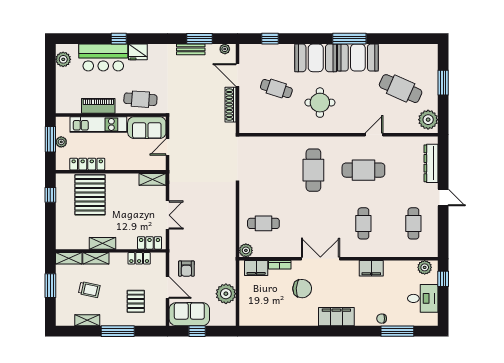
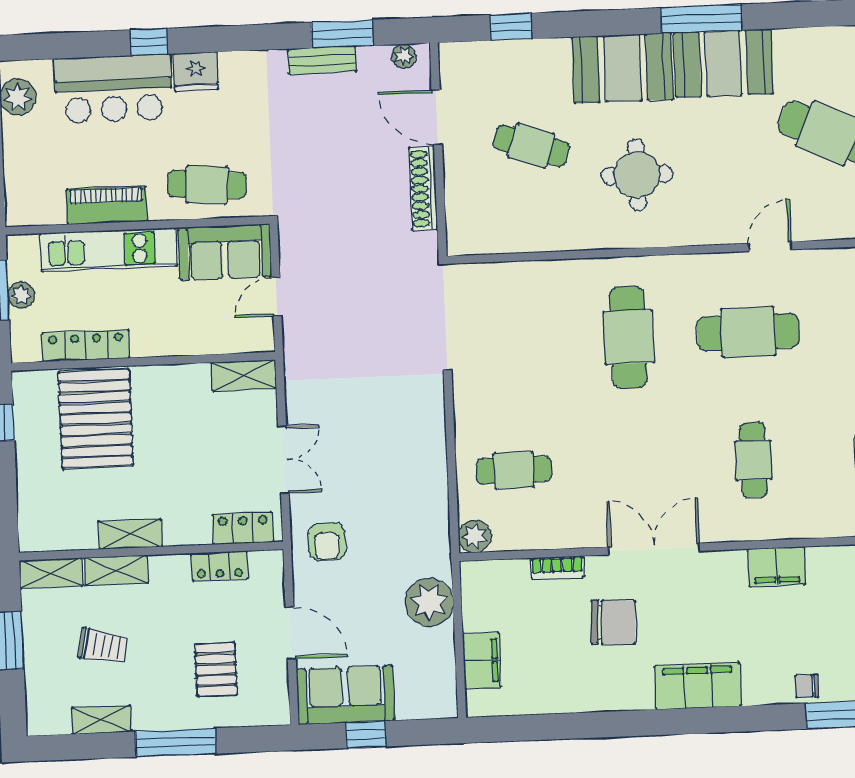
filing cabinet: (256, 268) -> (482, 661), moved, turned -90
armchair: (186, 269) -> (327, 542), moved
plant: (226, 294) -> (429, 602), moved

